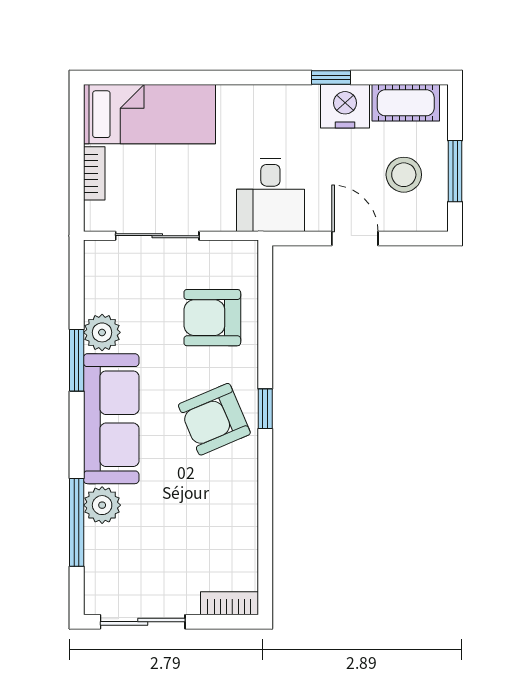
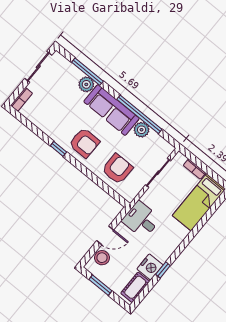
stool: (404, 175) -> (102, 258), moved
window: (77, 360) -> (139, 114), width x2.11
window: (265, 409) -> (58, 149), moved
armchair: (214, 419) -> (84, 143), turned 113

